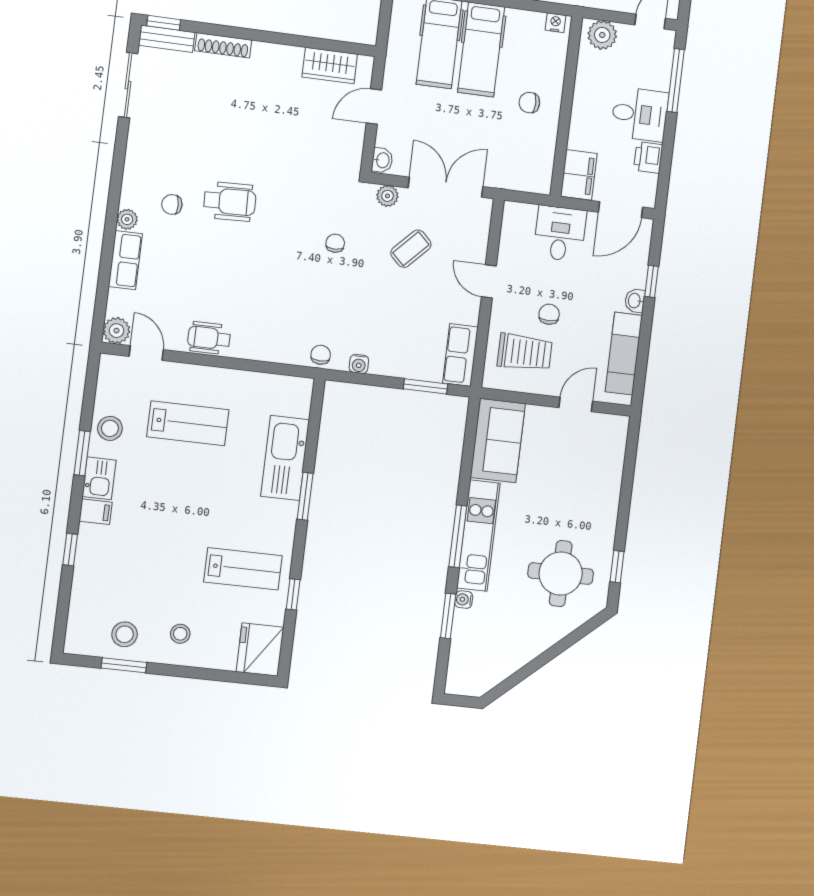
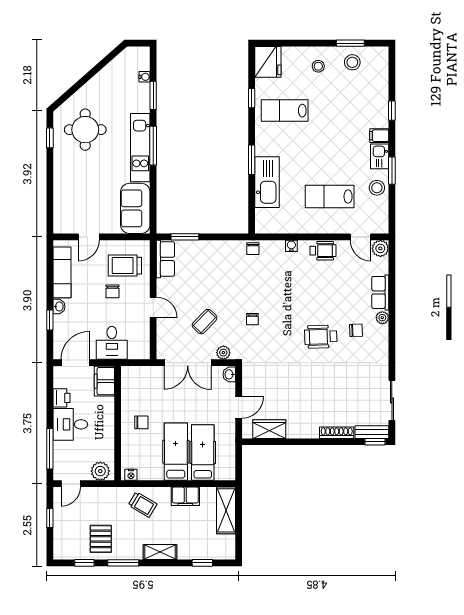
water cooler: (359, 364) -> (291, 246), moved
water cooler: (464, 600) -> (145, 77), moved

